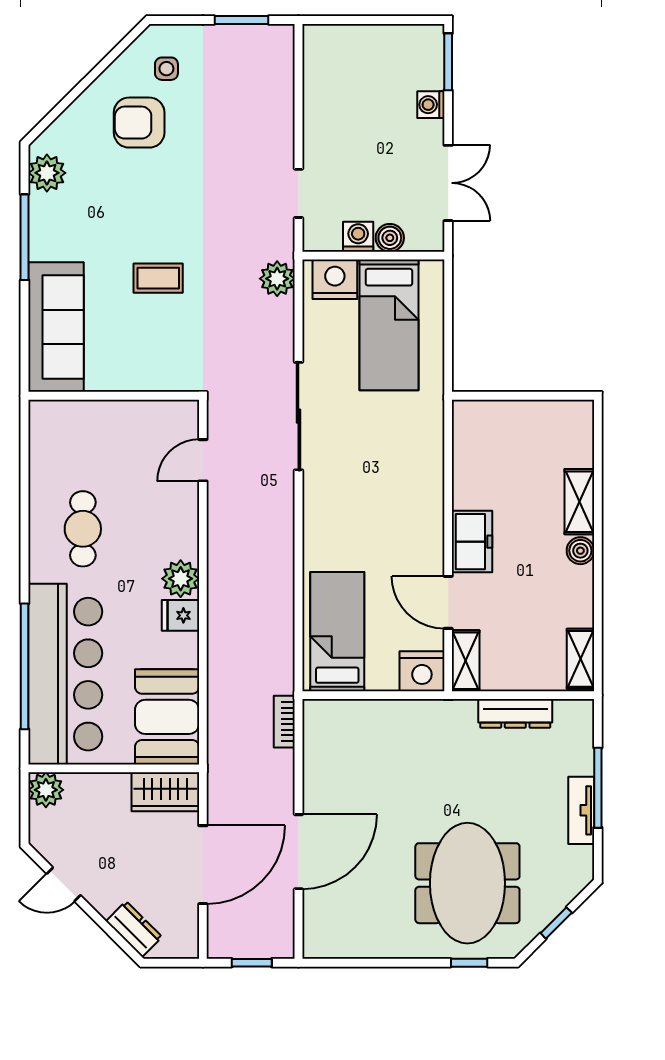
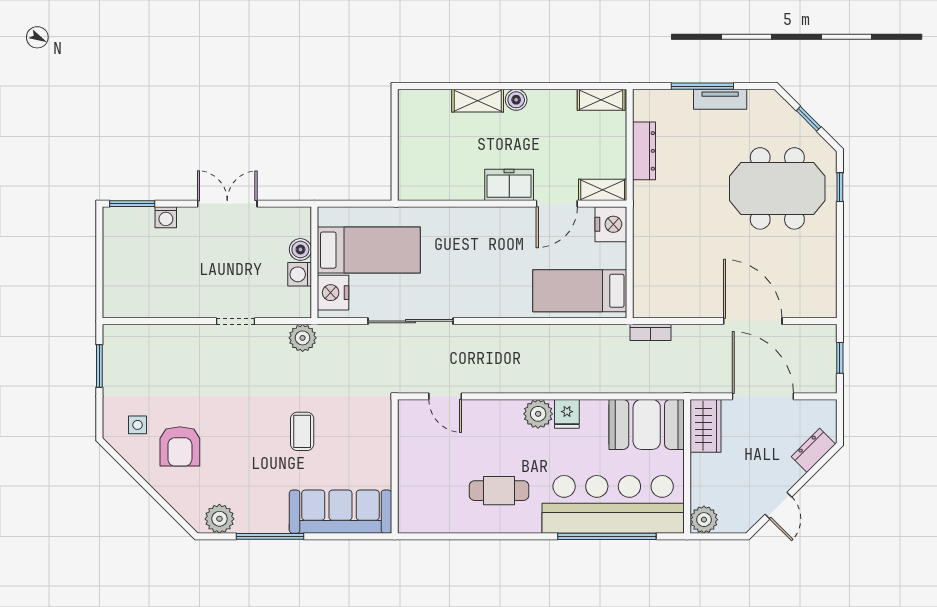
washing machine: (358, 237) -> (300, 274), moved
boiler: (390, 238) -> (300, 249), moved
wall: (373, 256) -> (314, 262), moved
nightstand: (335, 279) -> (333, 293), moved
bed: (389, 325) -> (369, 250), moved

